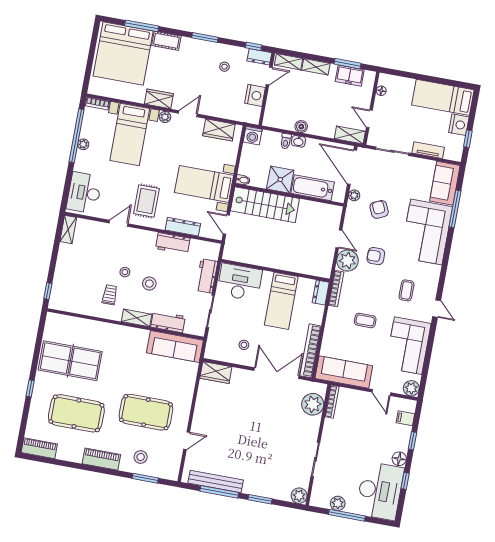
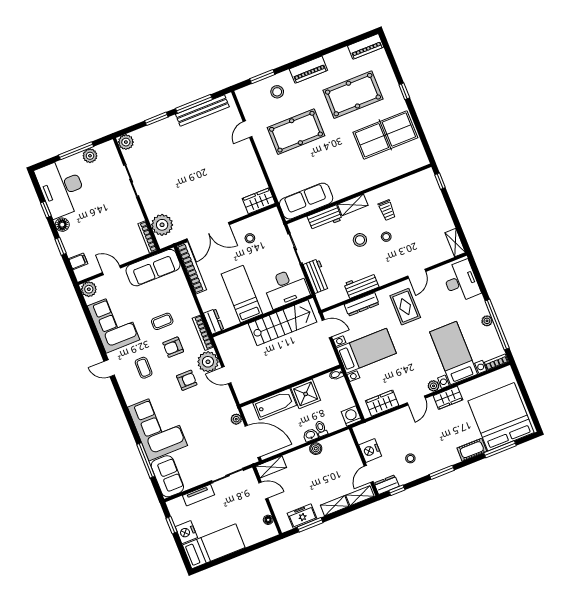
stairs: (265, 205) -> (283, 323), moved, turned 180
armchair: (379, 209) -> (173, 347), moved, turned 114

